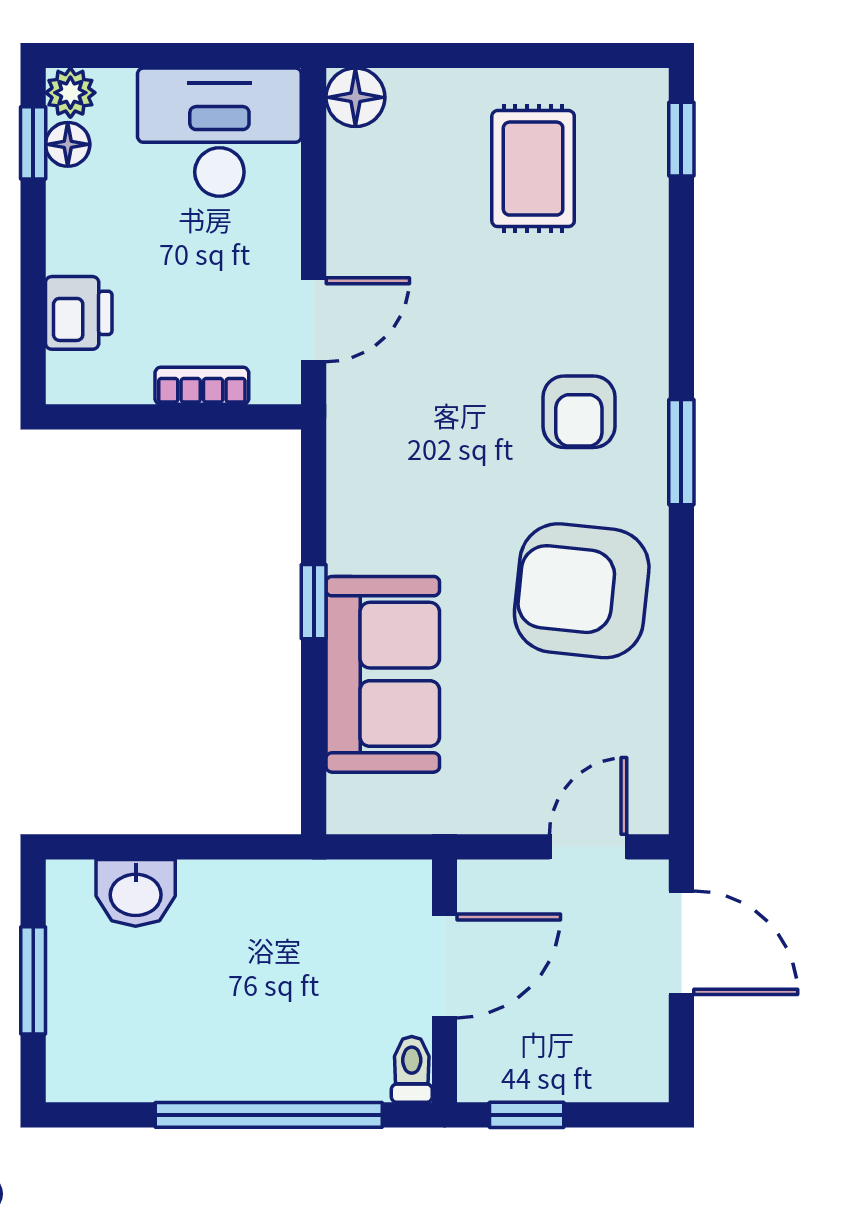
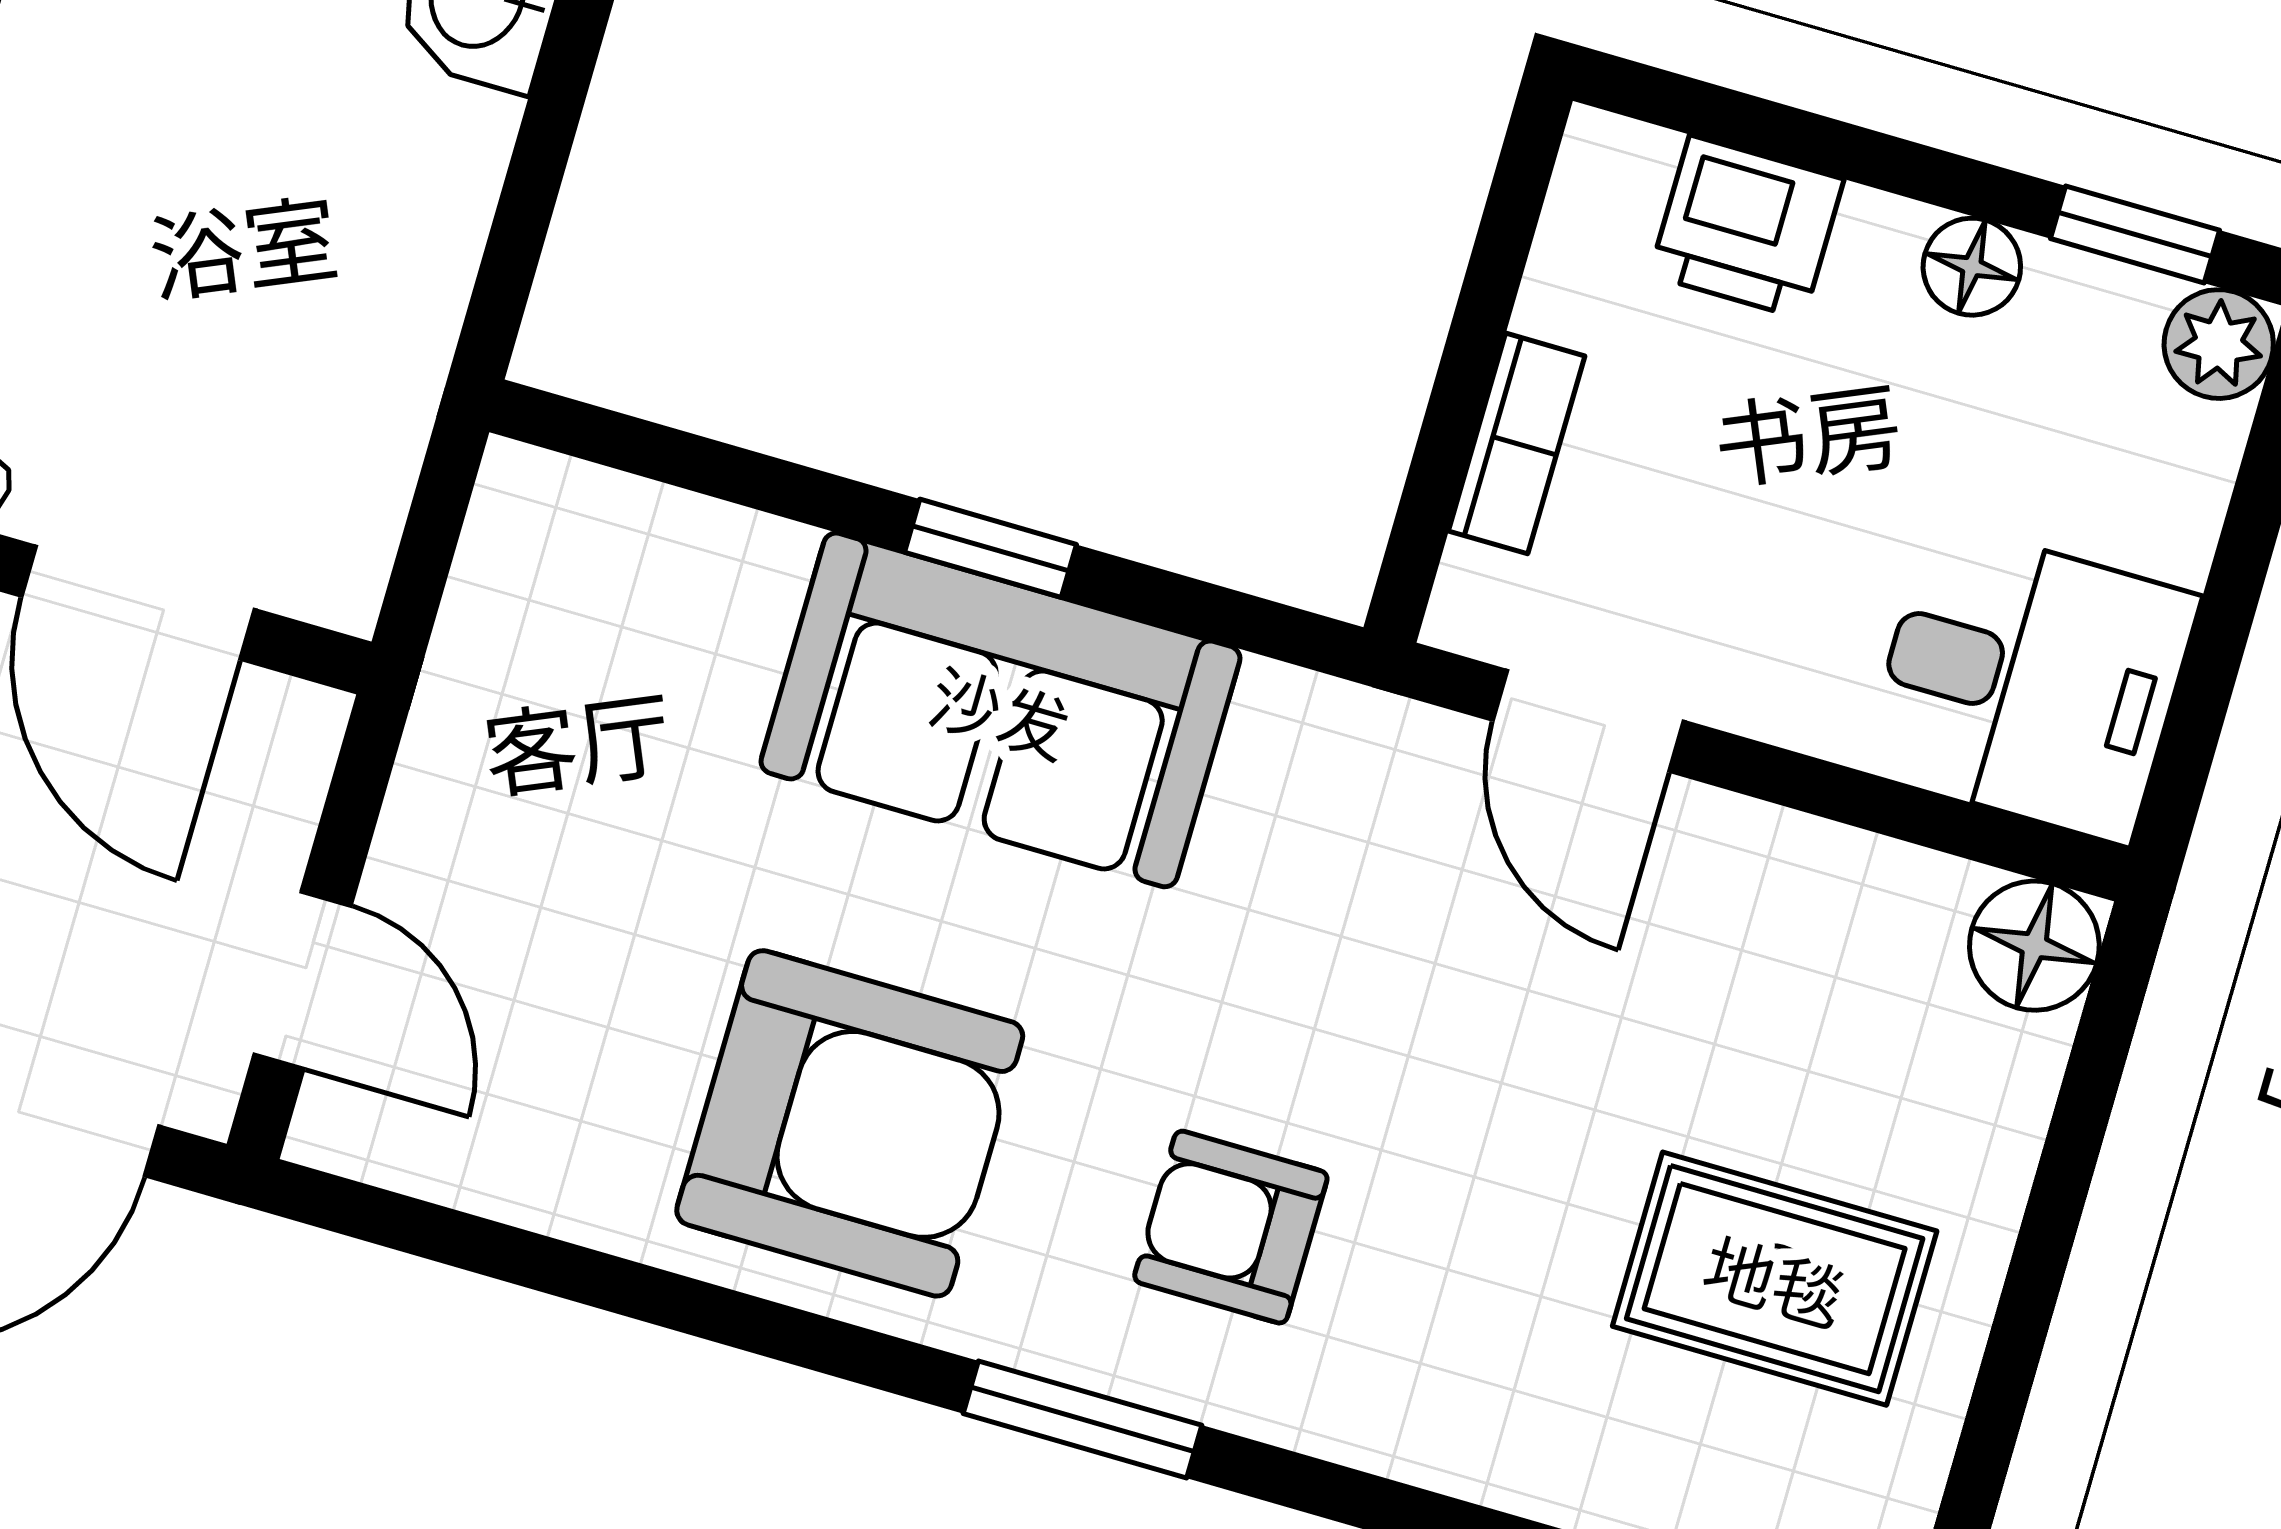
desk: (219, 132) -> (2030, 683), width x0.73
floor lamp: (68, 144) -> (1972, 267), moved
armchair: (582, 591) -> (850, 1123), turned 84
sofa: (383, 674) -> (1001, 710), moved

